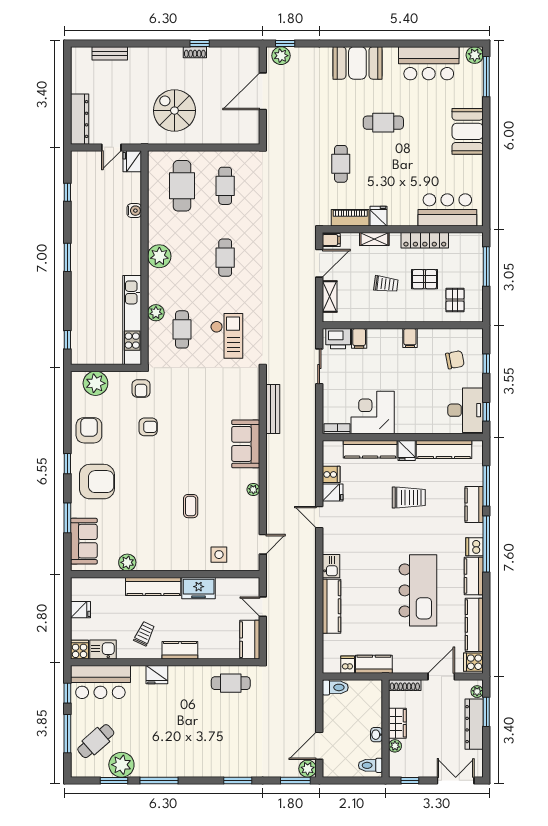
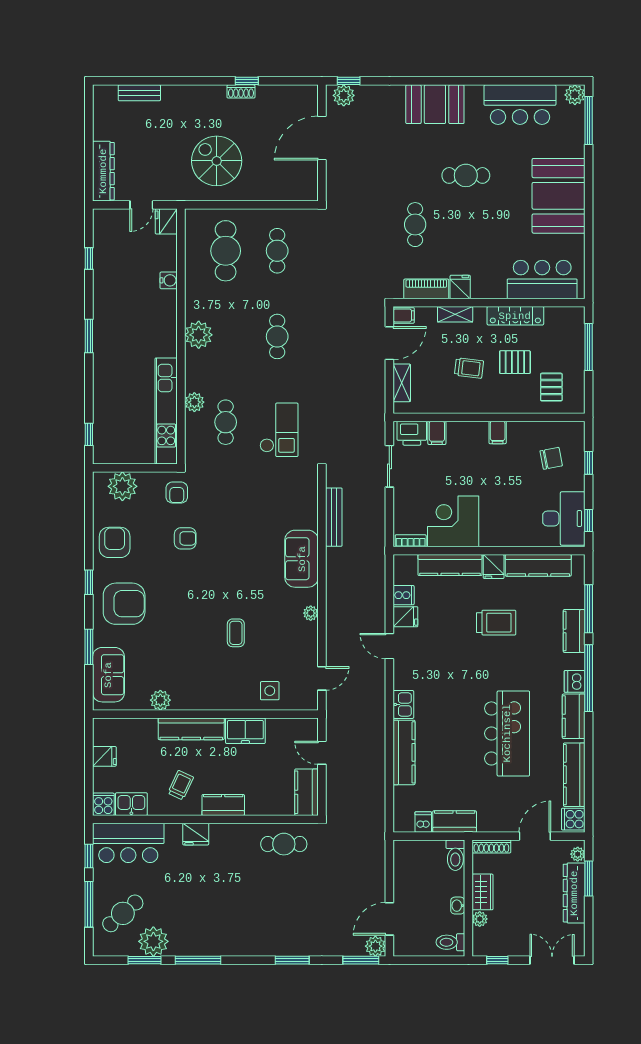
booth: (468, 131) -> (559, 196), width x1.36, depth x1.42
toilet: (335, 687) -> (455, 855), moved, turned 90

